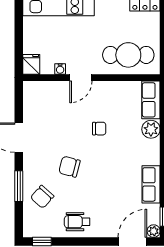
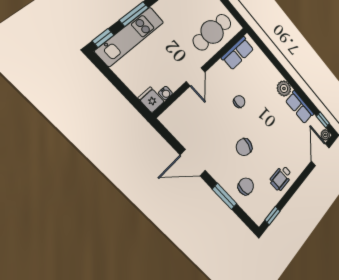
water cooler: (60, 69) -> (165, 93), moved
row of seats: (151, 100) -> (238, 53), moved, turned -90
plant: (151, 129) -> (284, 88), moved
chair: (42, 197) -> (246, 186), turned -132

